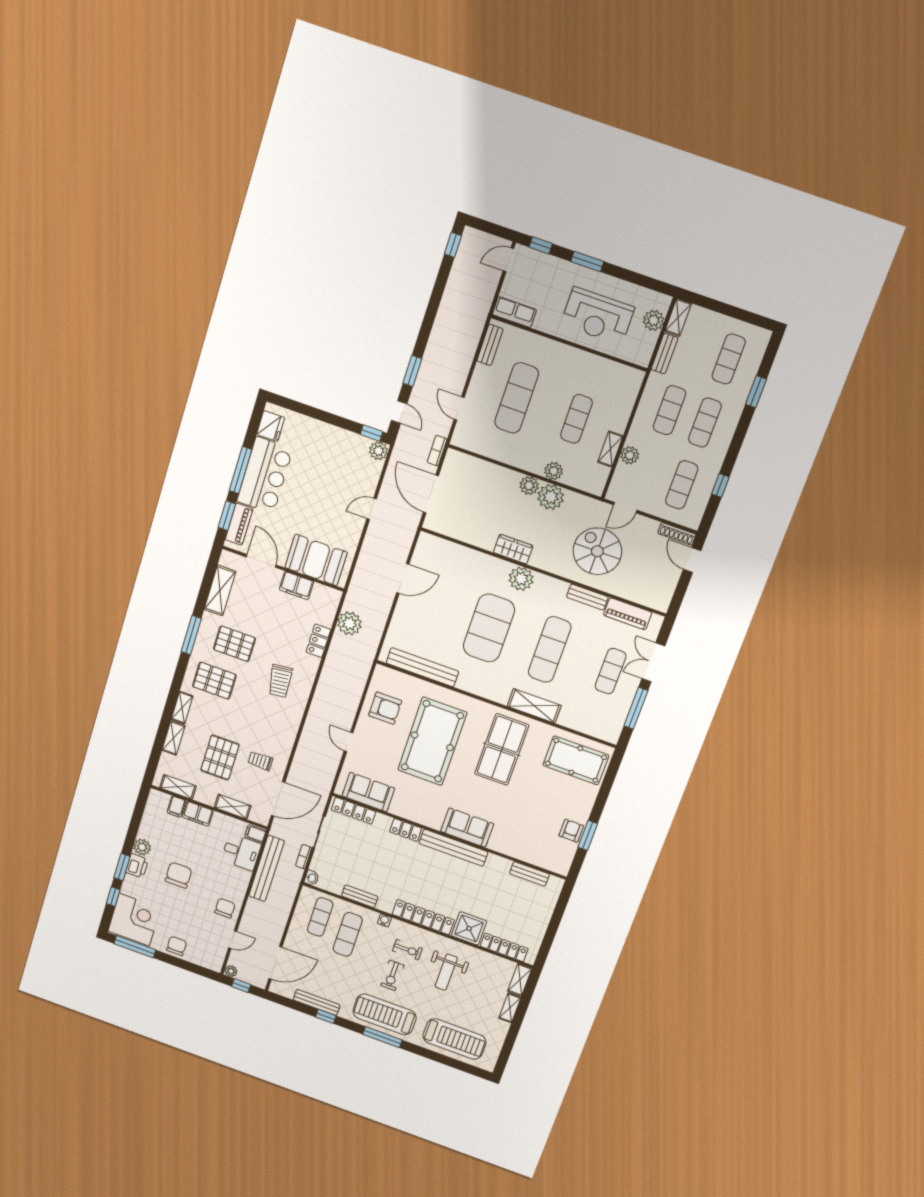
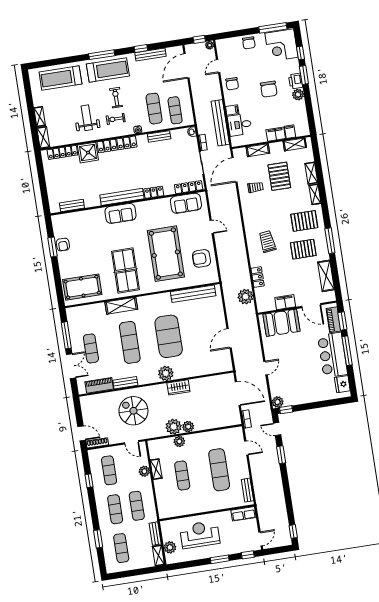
door: (625, 508) -> (132, 442), swing flipped
spiral stairs: (597, 551) -> (133, 411), turned 180
filing cabinet: (255, 834) -> (232, 110), moved

